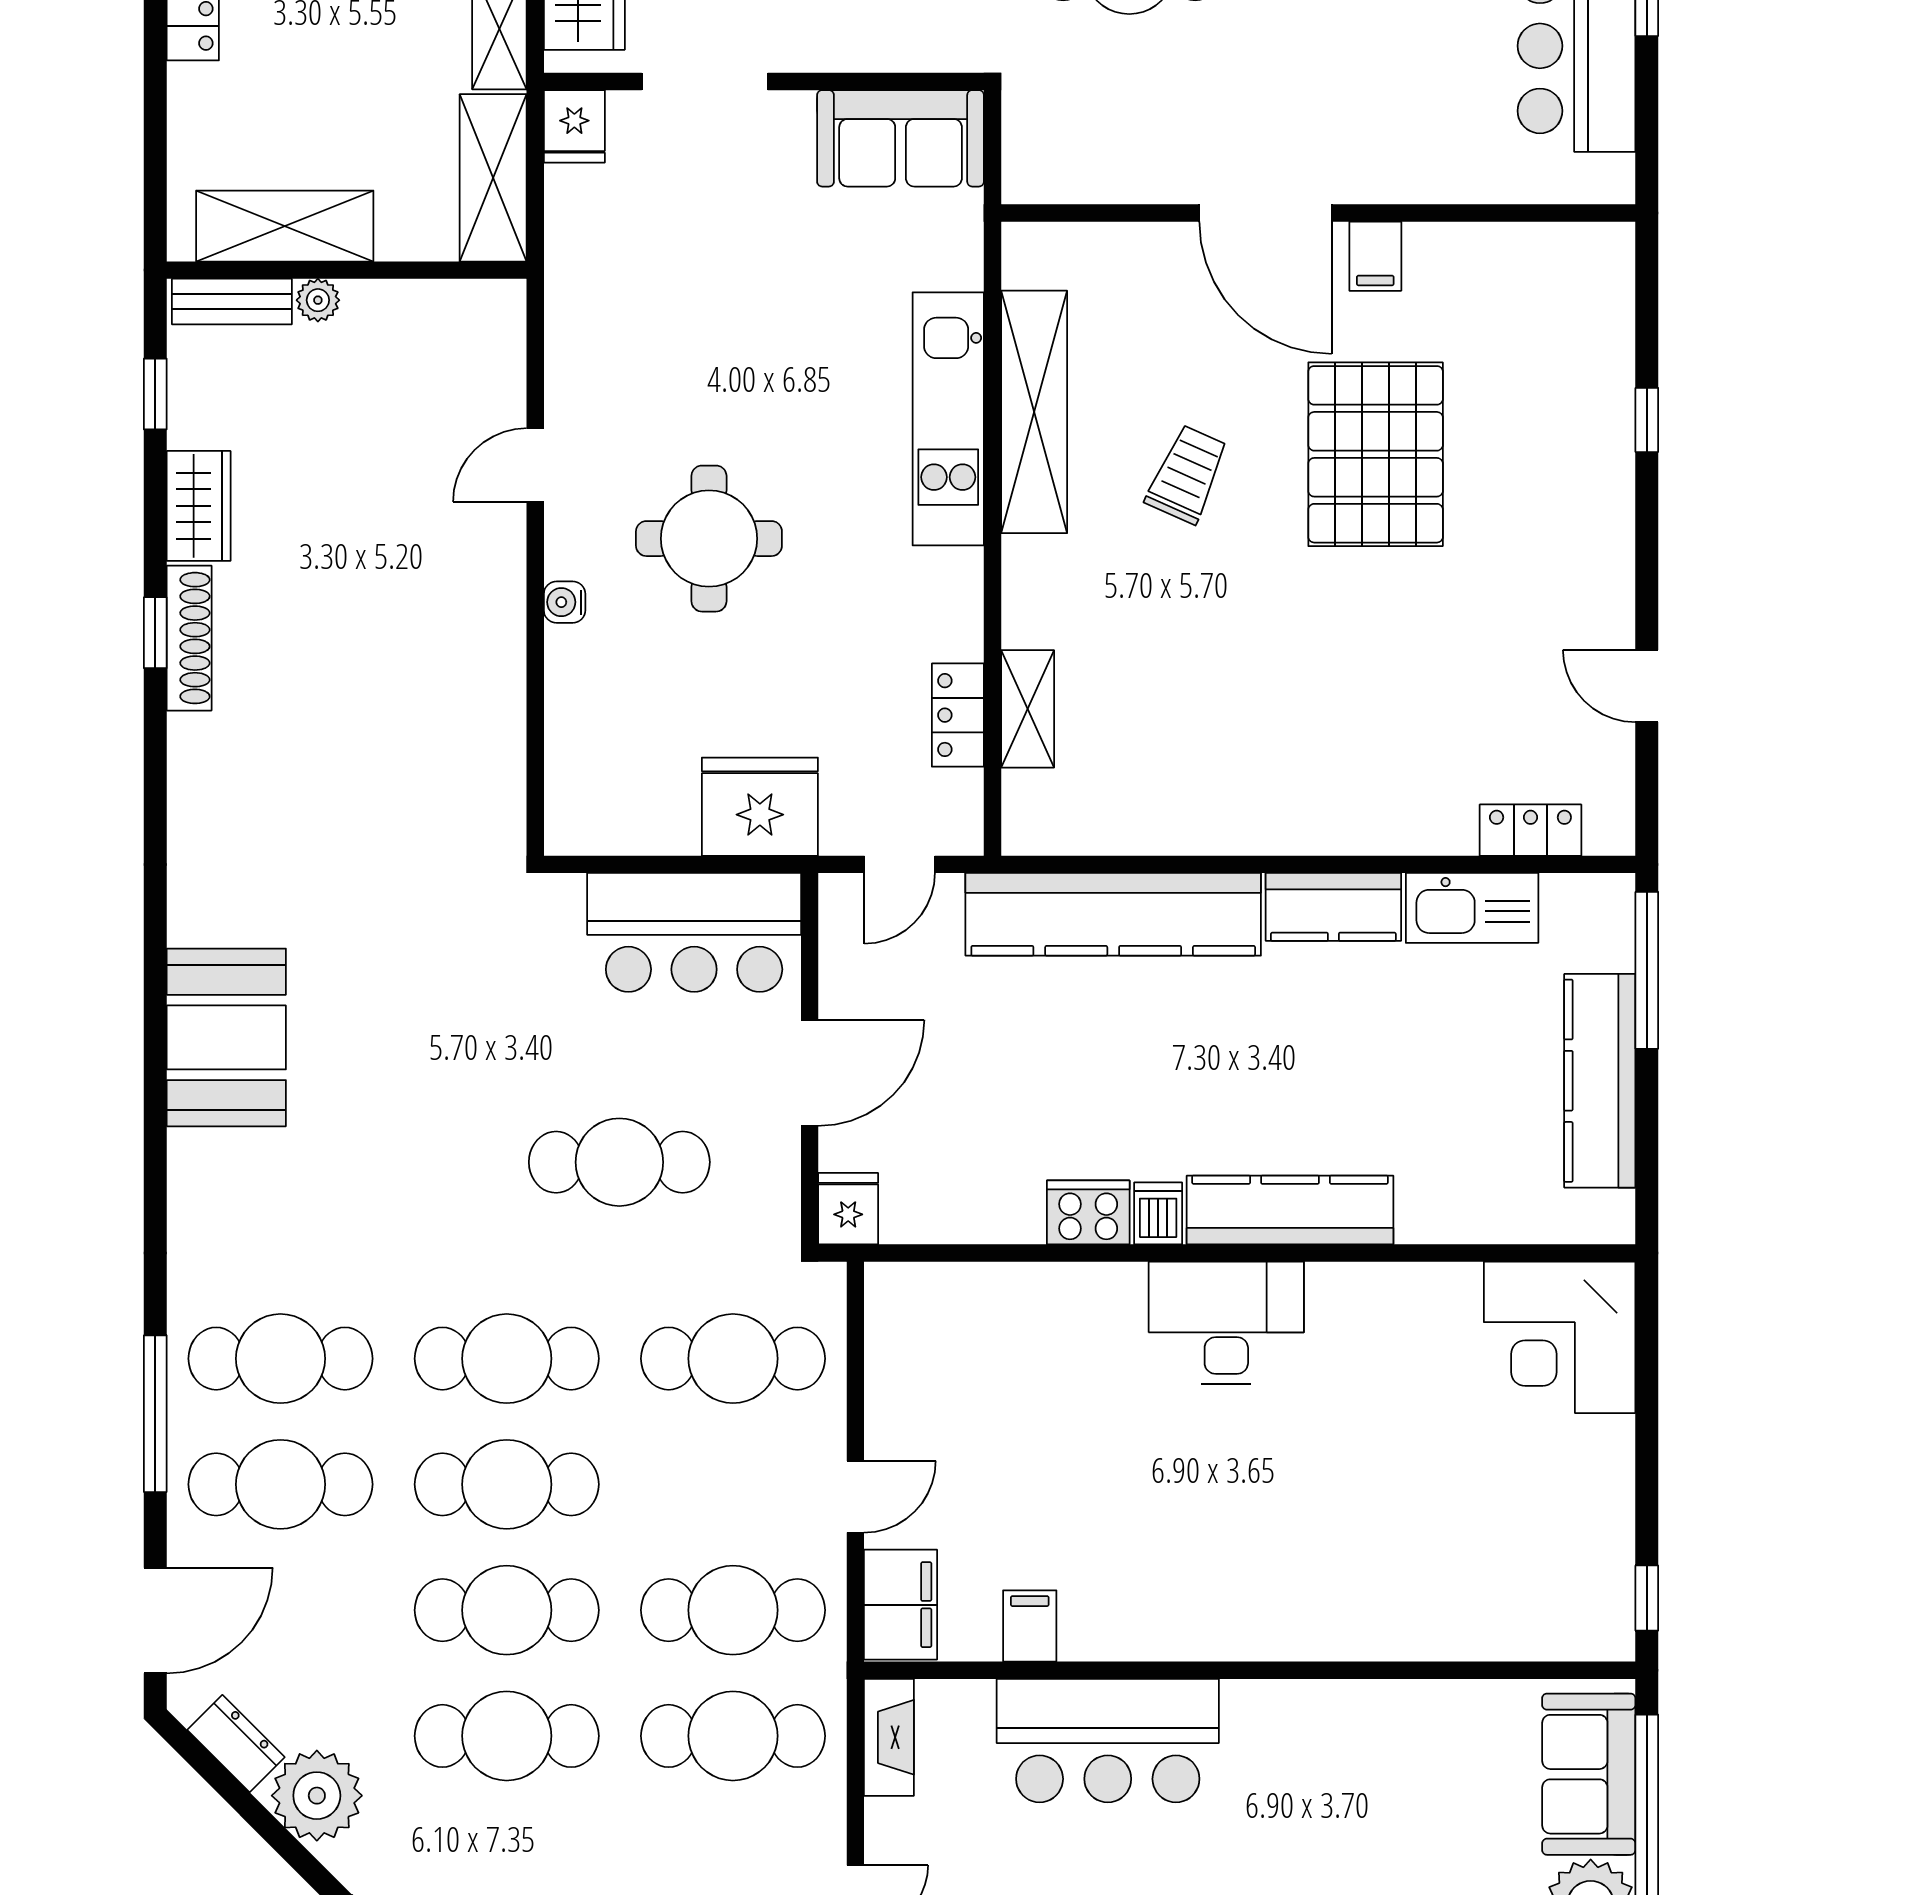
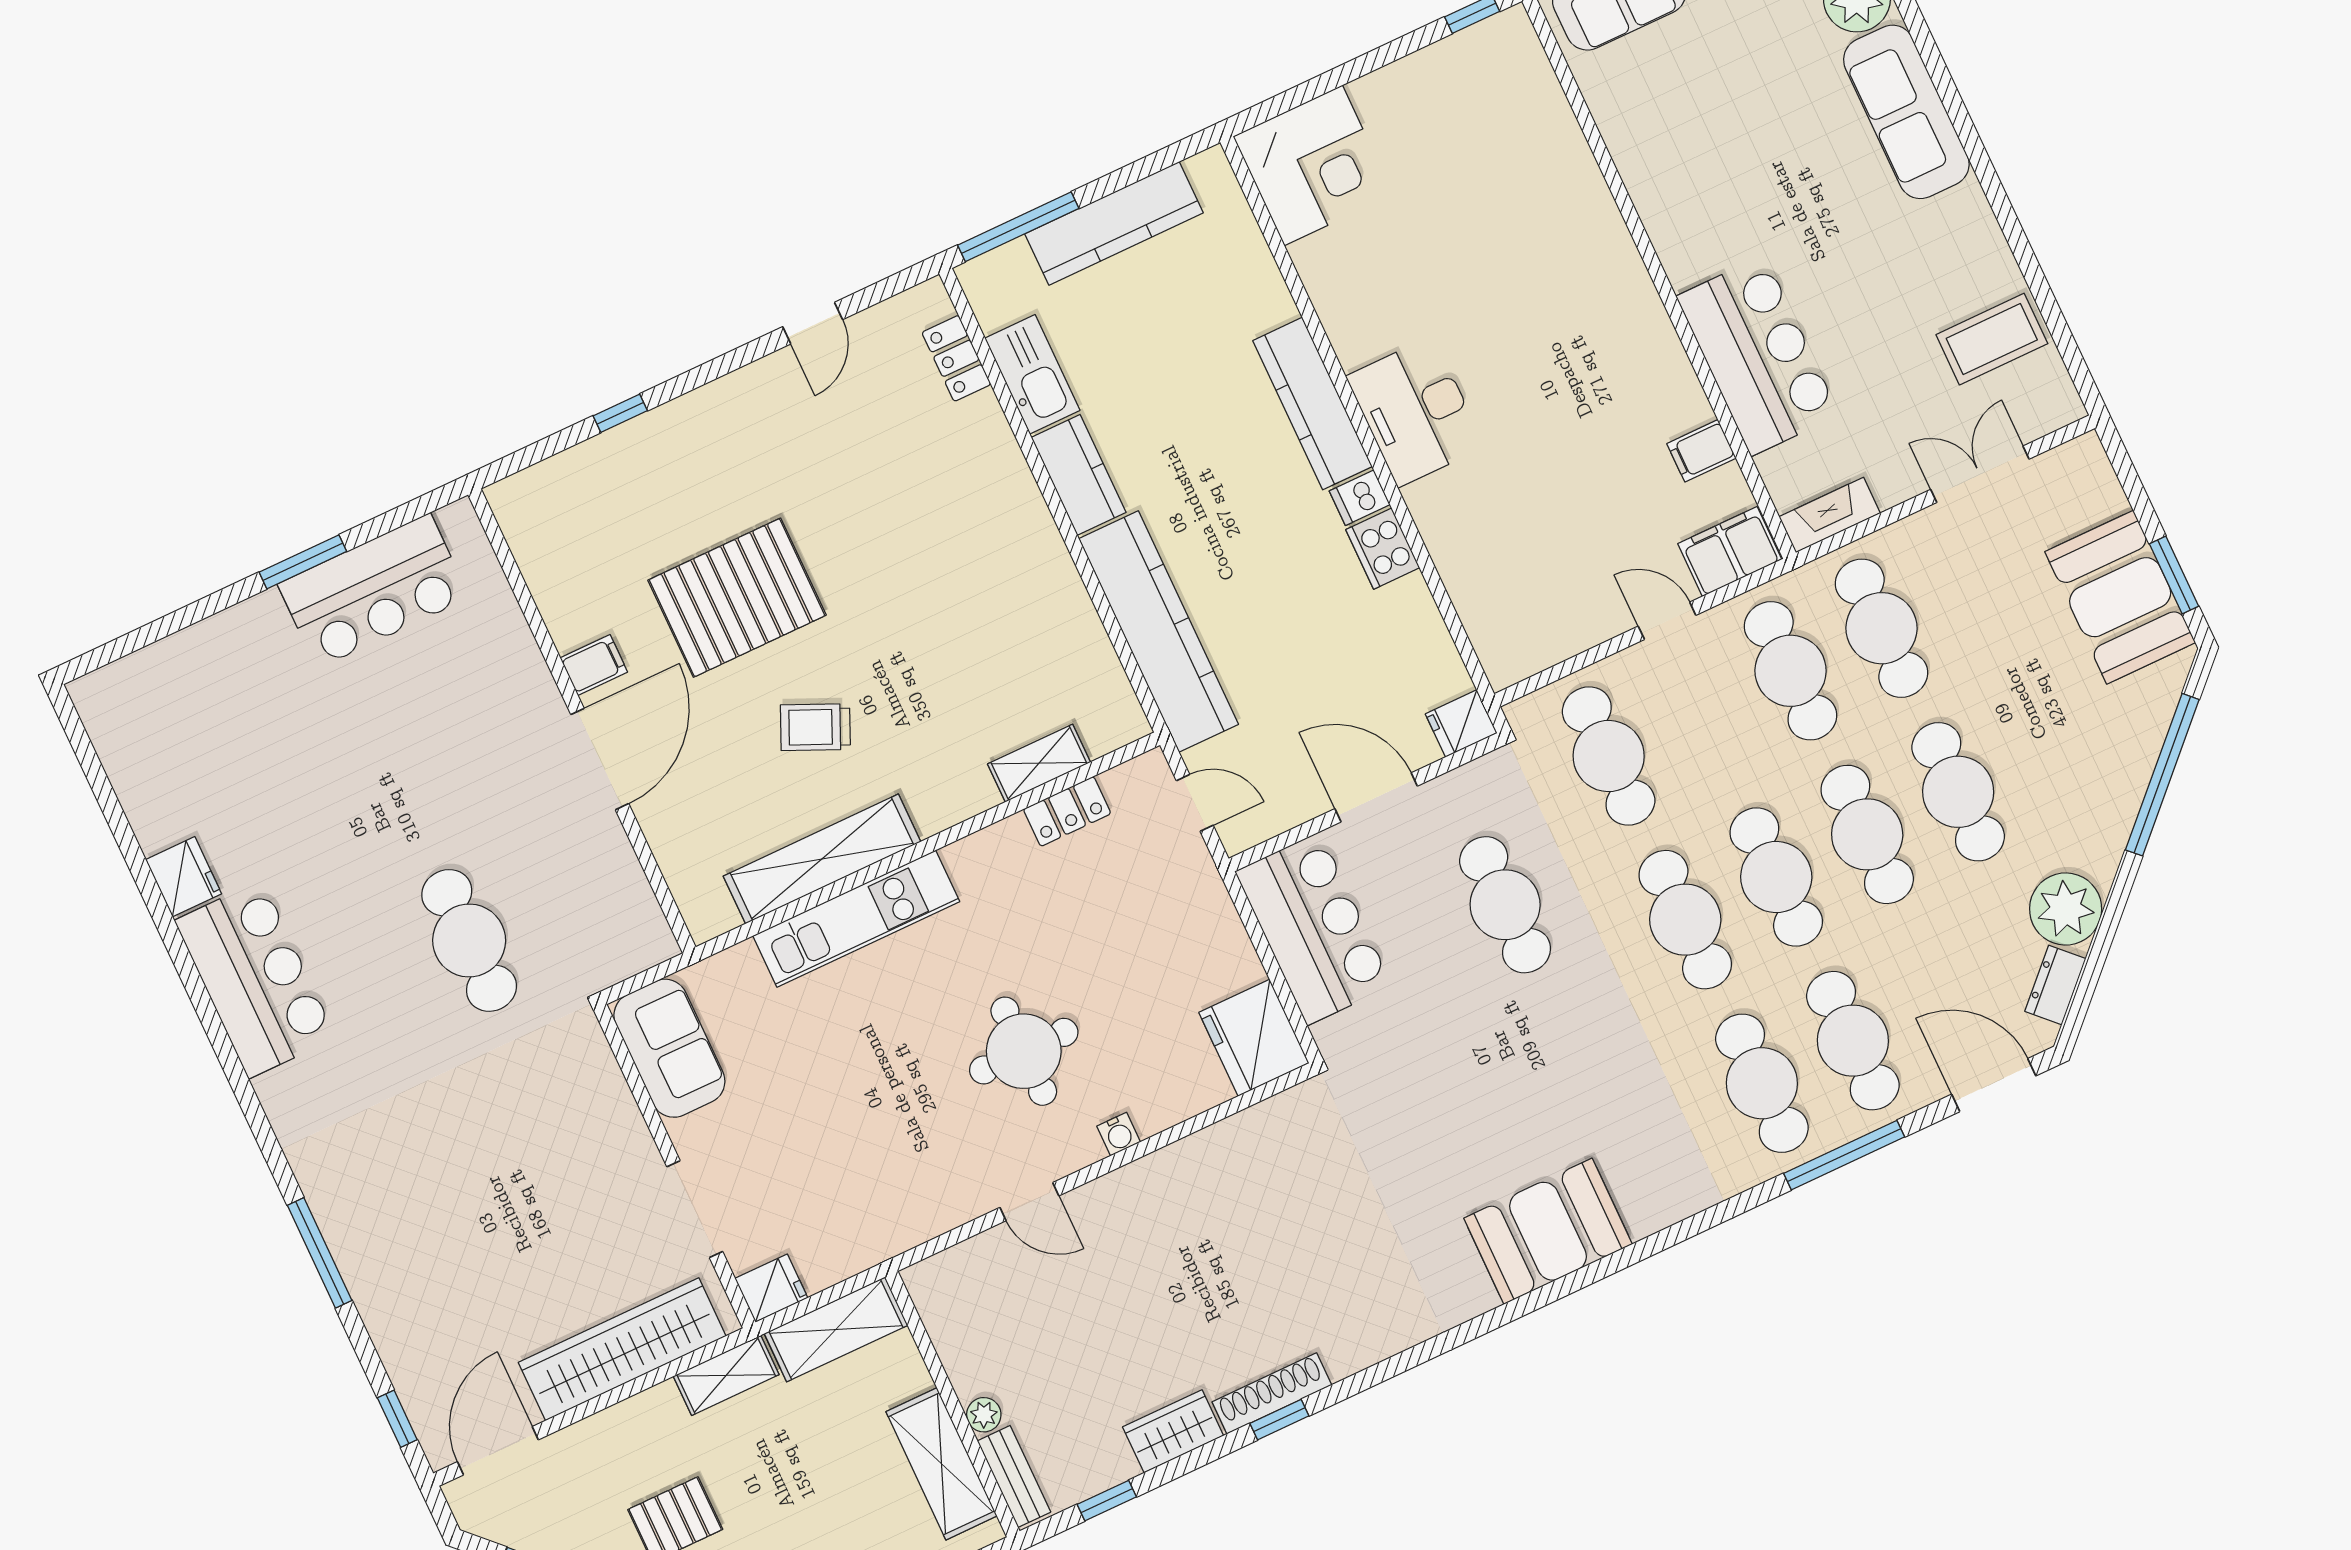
fridge: (760, 807) -> (1254, 1038), moved

